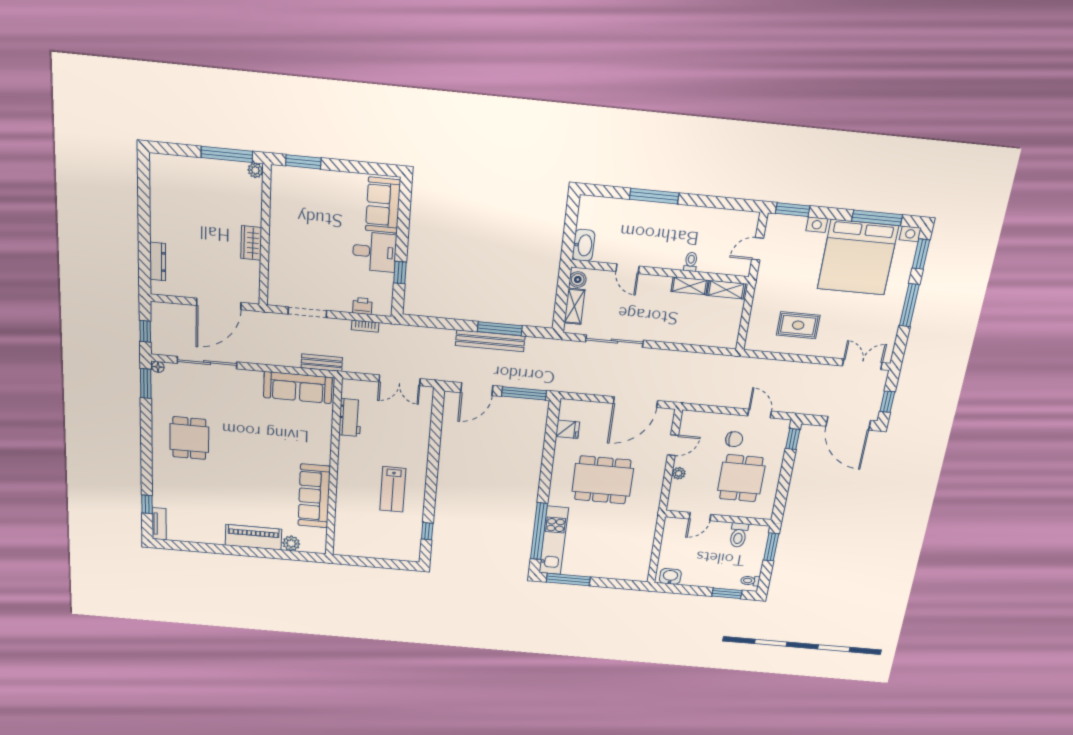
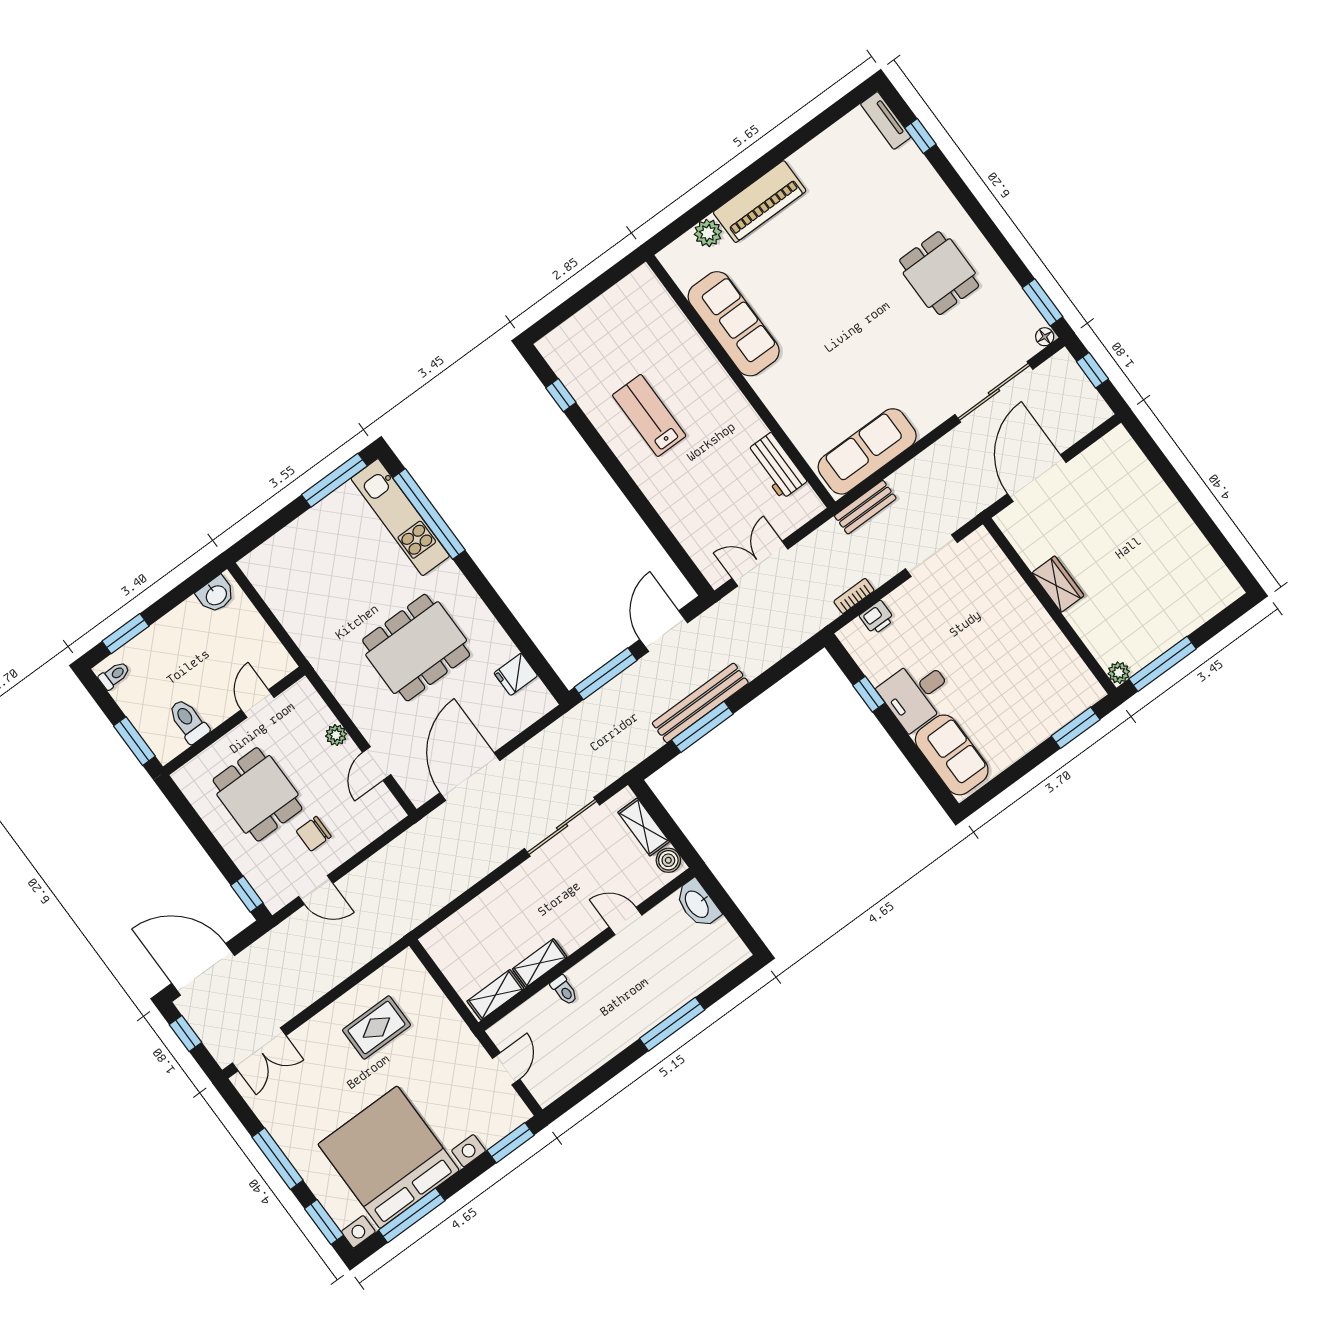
dresser: (158, 261) -> (1142, 471), removed

